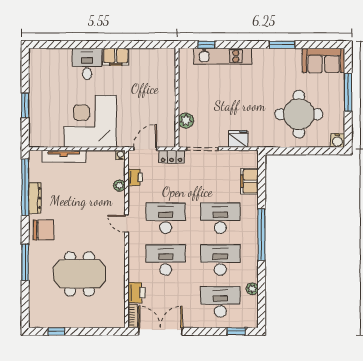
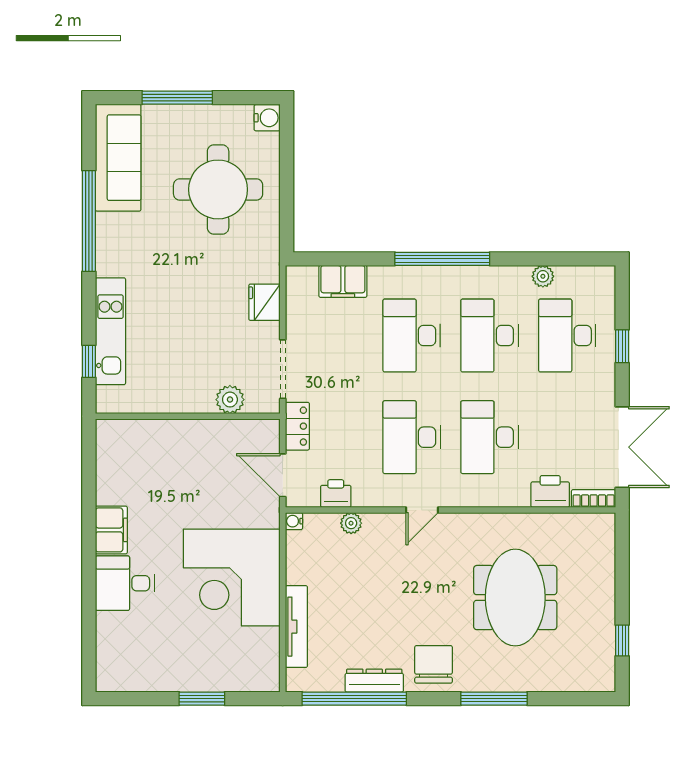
window: (282, 45) -> (89, 221), width x2.11
sofa: (324, 60) -> (118, 158), width x1.36
double door: (160, 331) -> (622, 447), swing flipped
window: (236, 331) -> (622, 346), moved

